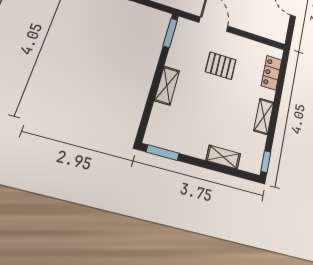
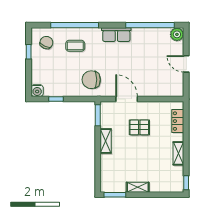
shelving: (167, 86) -> (106, 141), moved
shelving: (223, 157) -> (138, 187), moved

